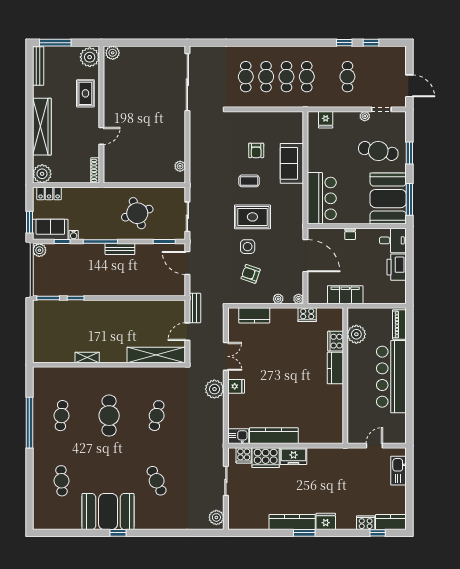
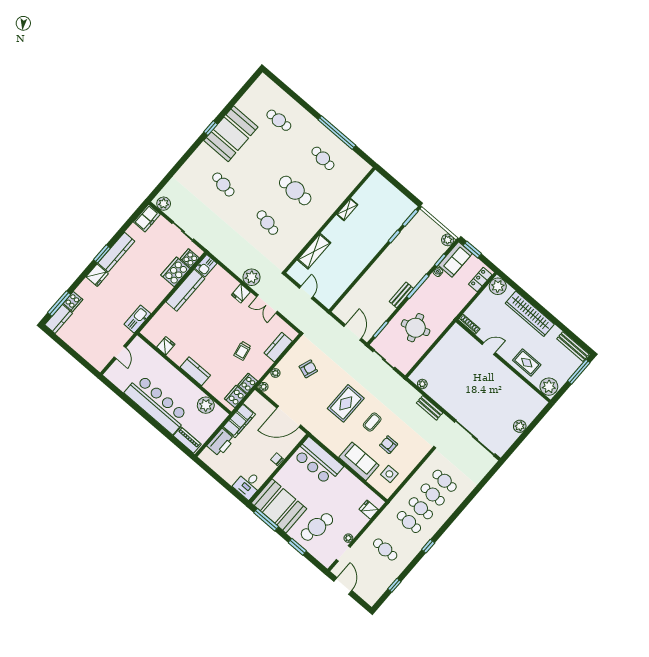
window: (344, 43) -> (428, 546), moved
plant: (113, 53) -> (520, 426), moved
door: (409, 86) -> (343, 586), swing flipped
door: (101, 136) -> (489, 349), swing flipped
side table: (248, 247) -> (389, 474), moved
door: (187, 263) -> (353, 332), hinge flipped
printer: (397, 267) -> (221, 443), moved, turned 90
bench: (195, 308) -> (430, 408), moved
cooker: (336, 341) -> (236, 397), moved, turned -90
trolley: (283, 343) -> (242, 351), added
shelving: (156, 355) -> (314, 251), width x0.68
fridge: (335, 412) -> (166, 346), added
freezer: (293, 456) -> (147, 218), moved, turned 180
kitchen sink: (398, 471) -> (137, 319), moved, turned -90
cafe table: (157, 481) -> (223, 185), turned 33
window: (378, 533) -> (59, 304), width x2.17

